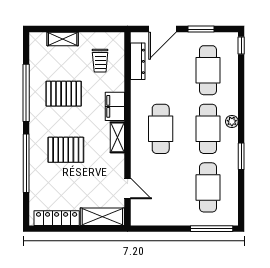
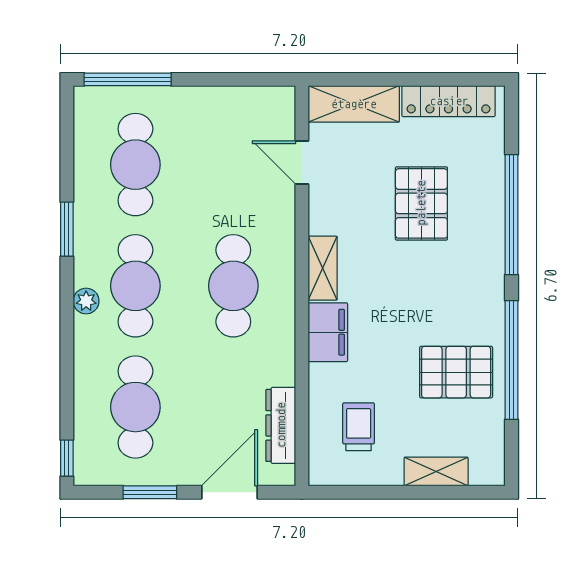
pallet: (64, 94) -> (456, 372), moved
pallet: (66, 150) -> (421, 203), moved, turned 90

